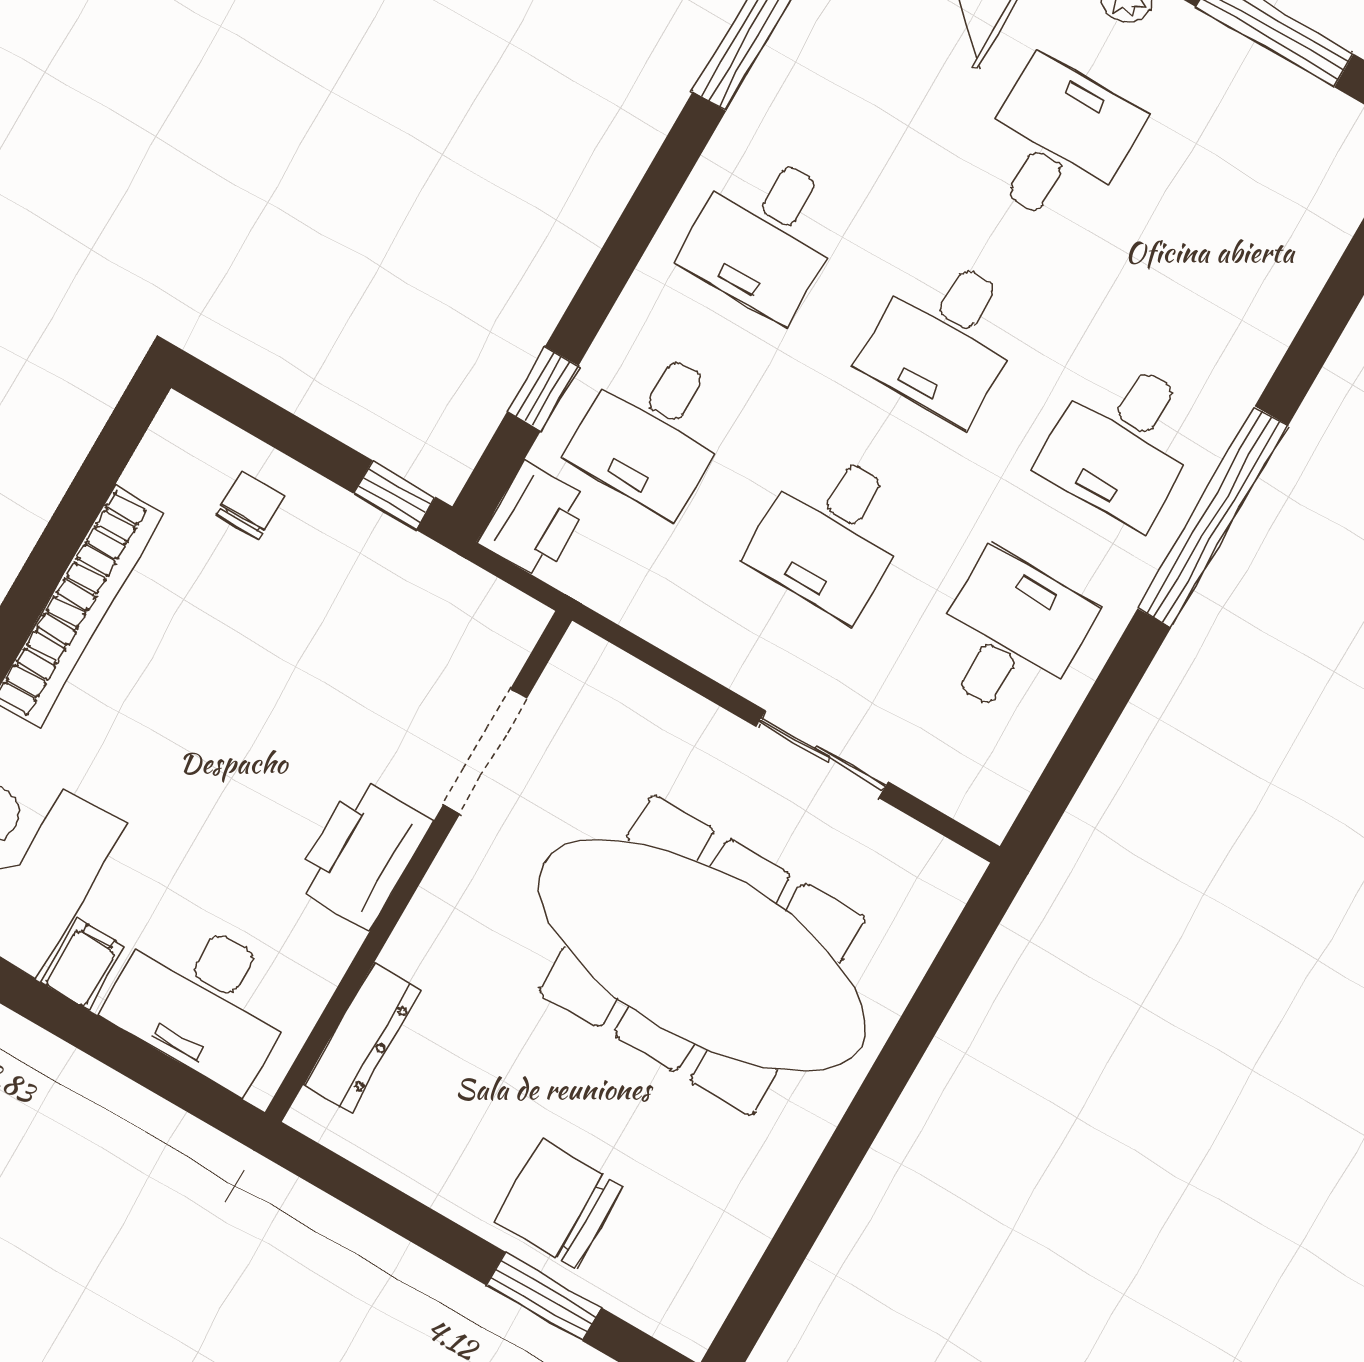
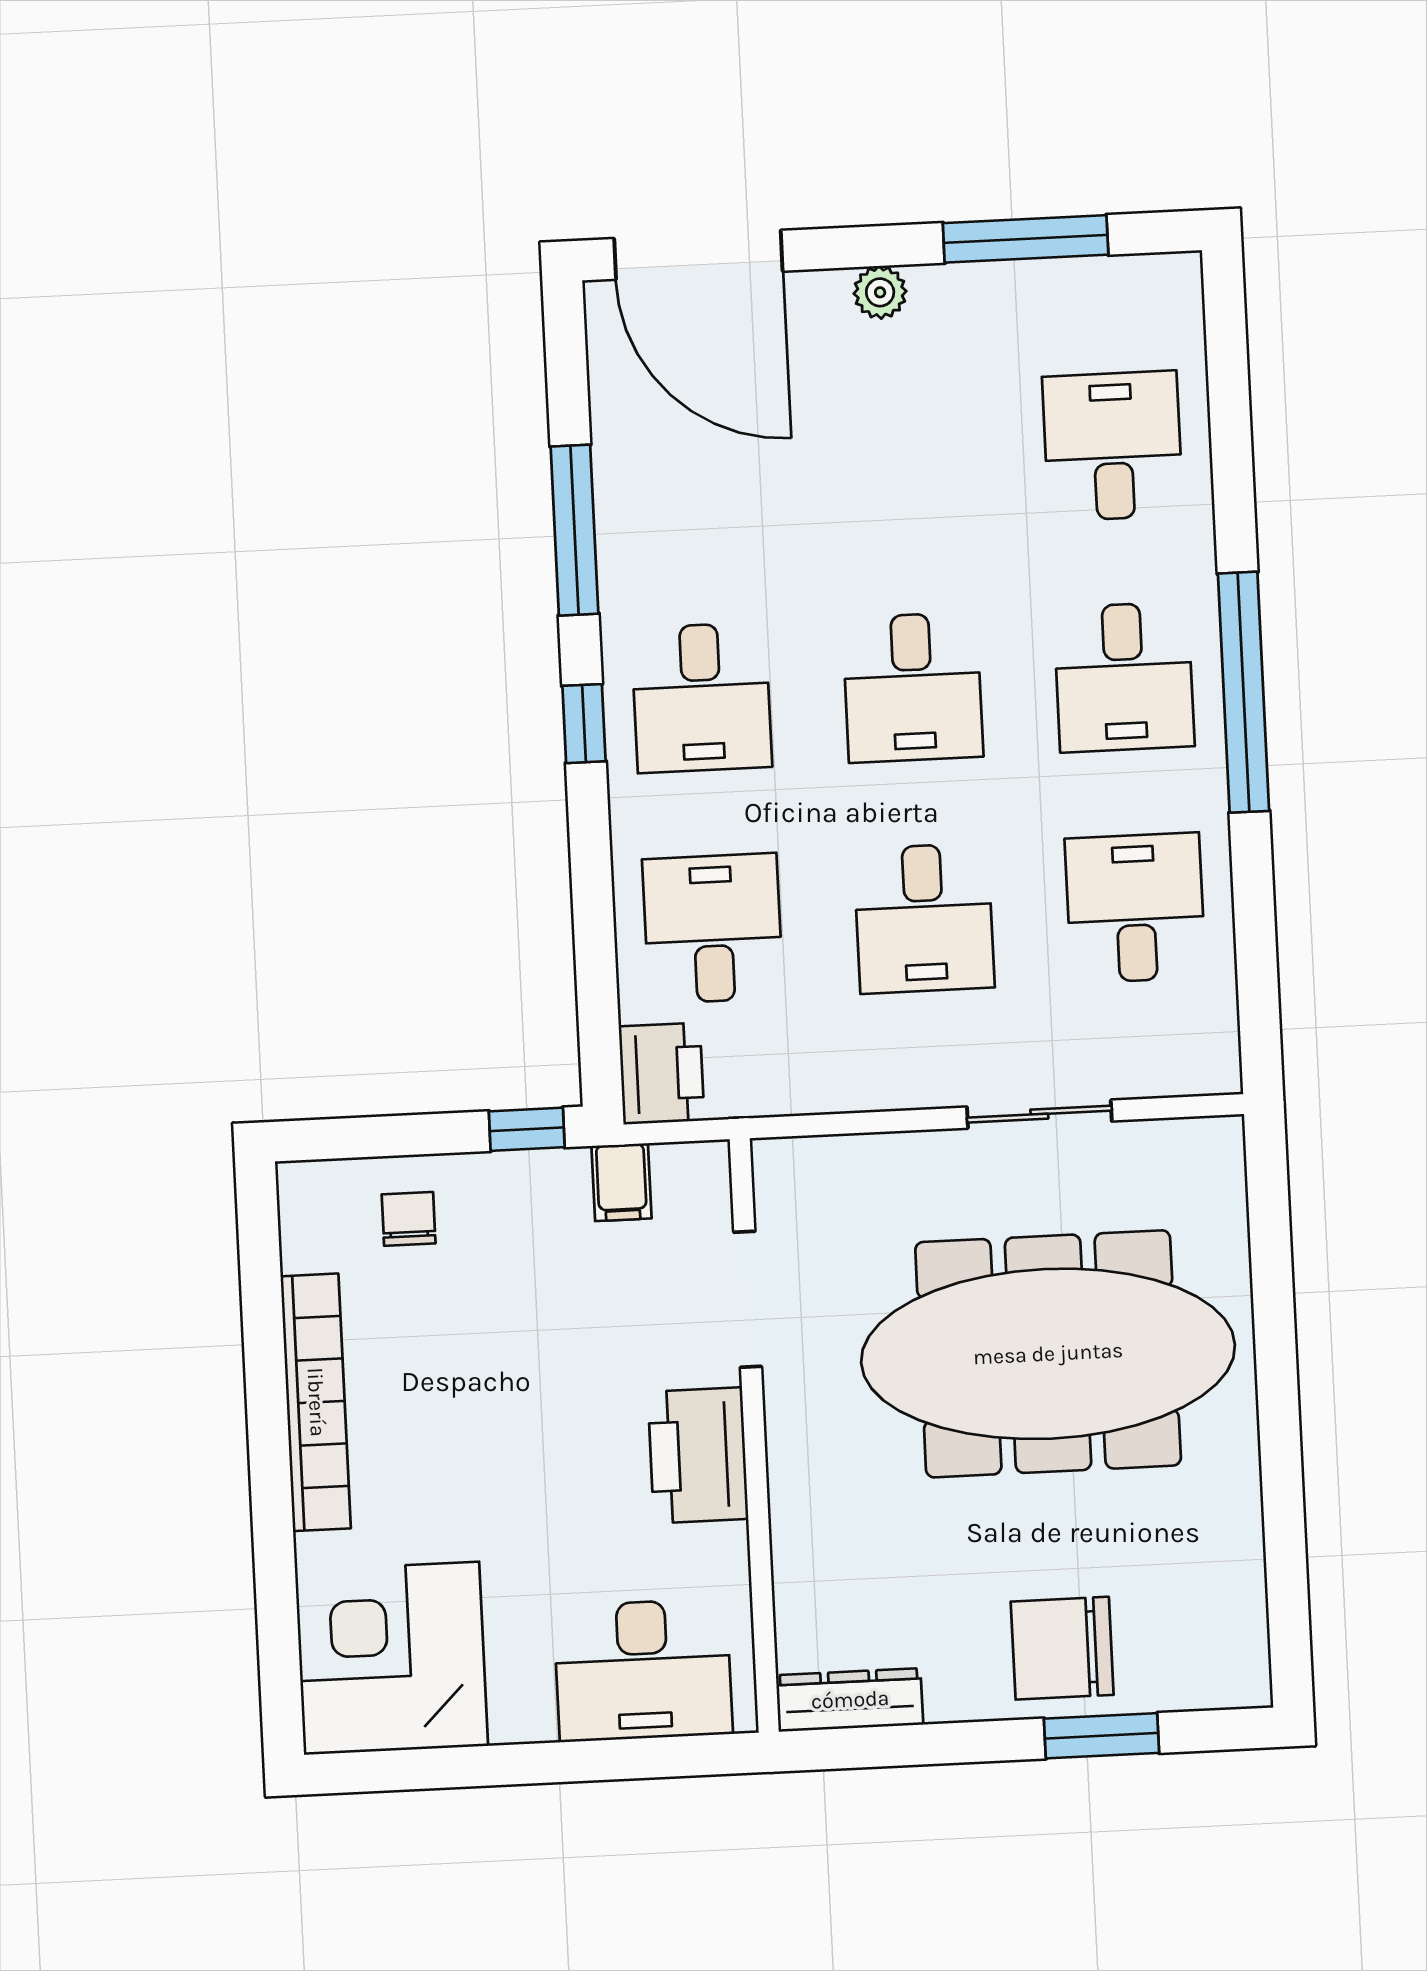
desk: (1058, 143) -> (1113, 446), moved
window: (543, 389) -> (584, 724), moved
desk: (653, 429) -> (713, 929), turned 180
filing cabinet: (83, 964) -> (621, 1182), moved, turned 180
dresser: (362, 1038) -> (850, 1700), moved, turned -90

